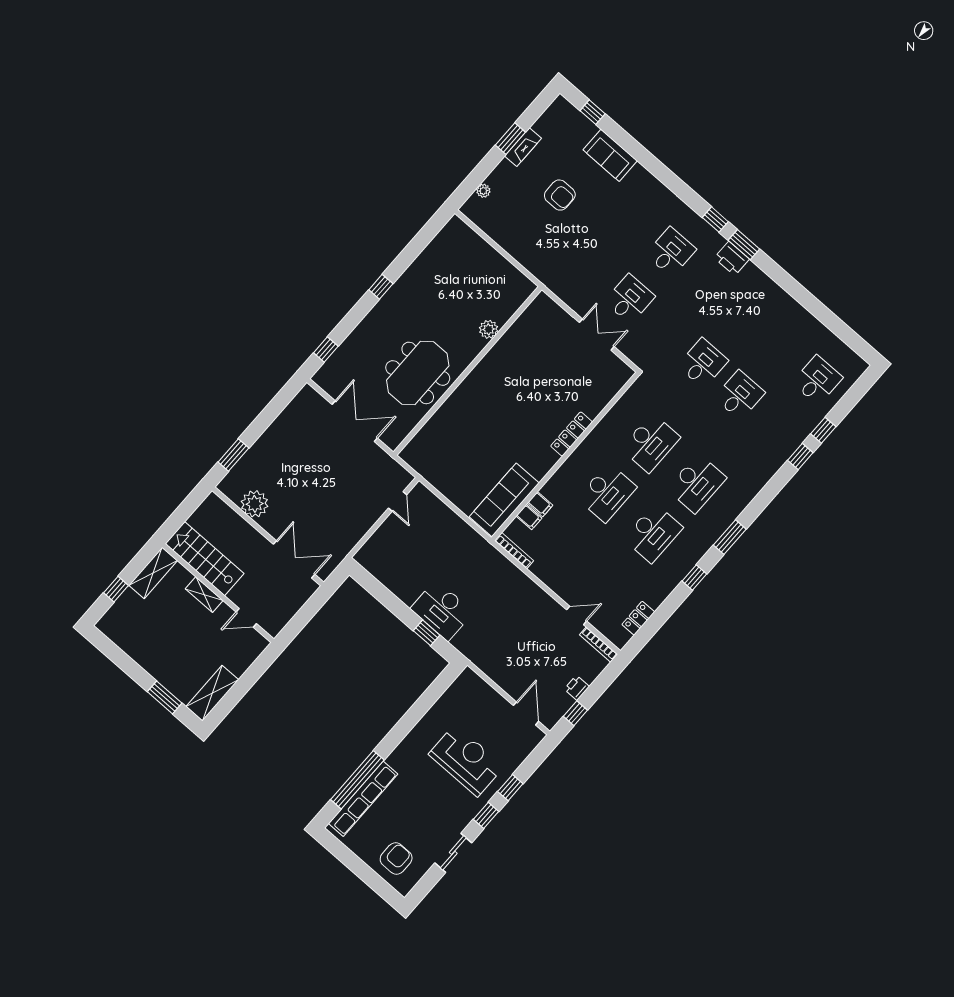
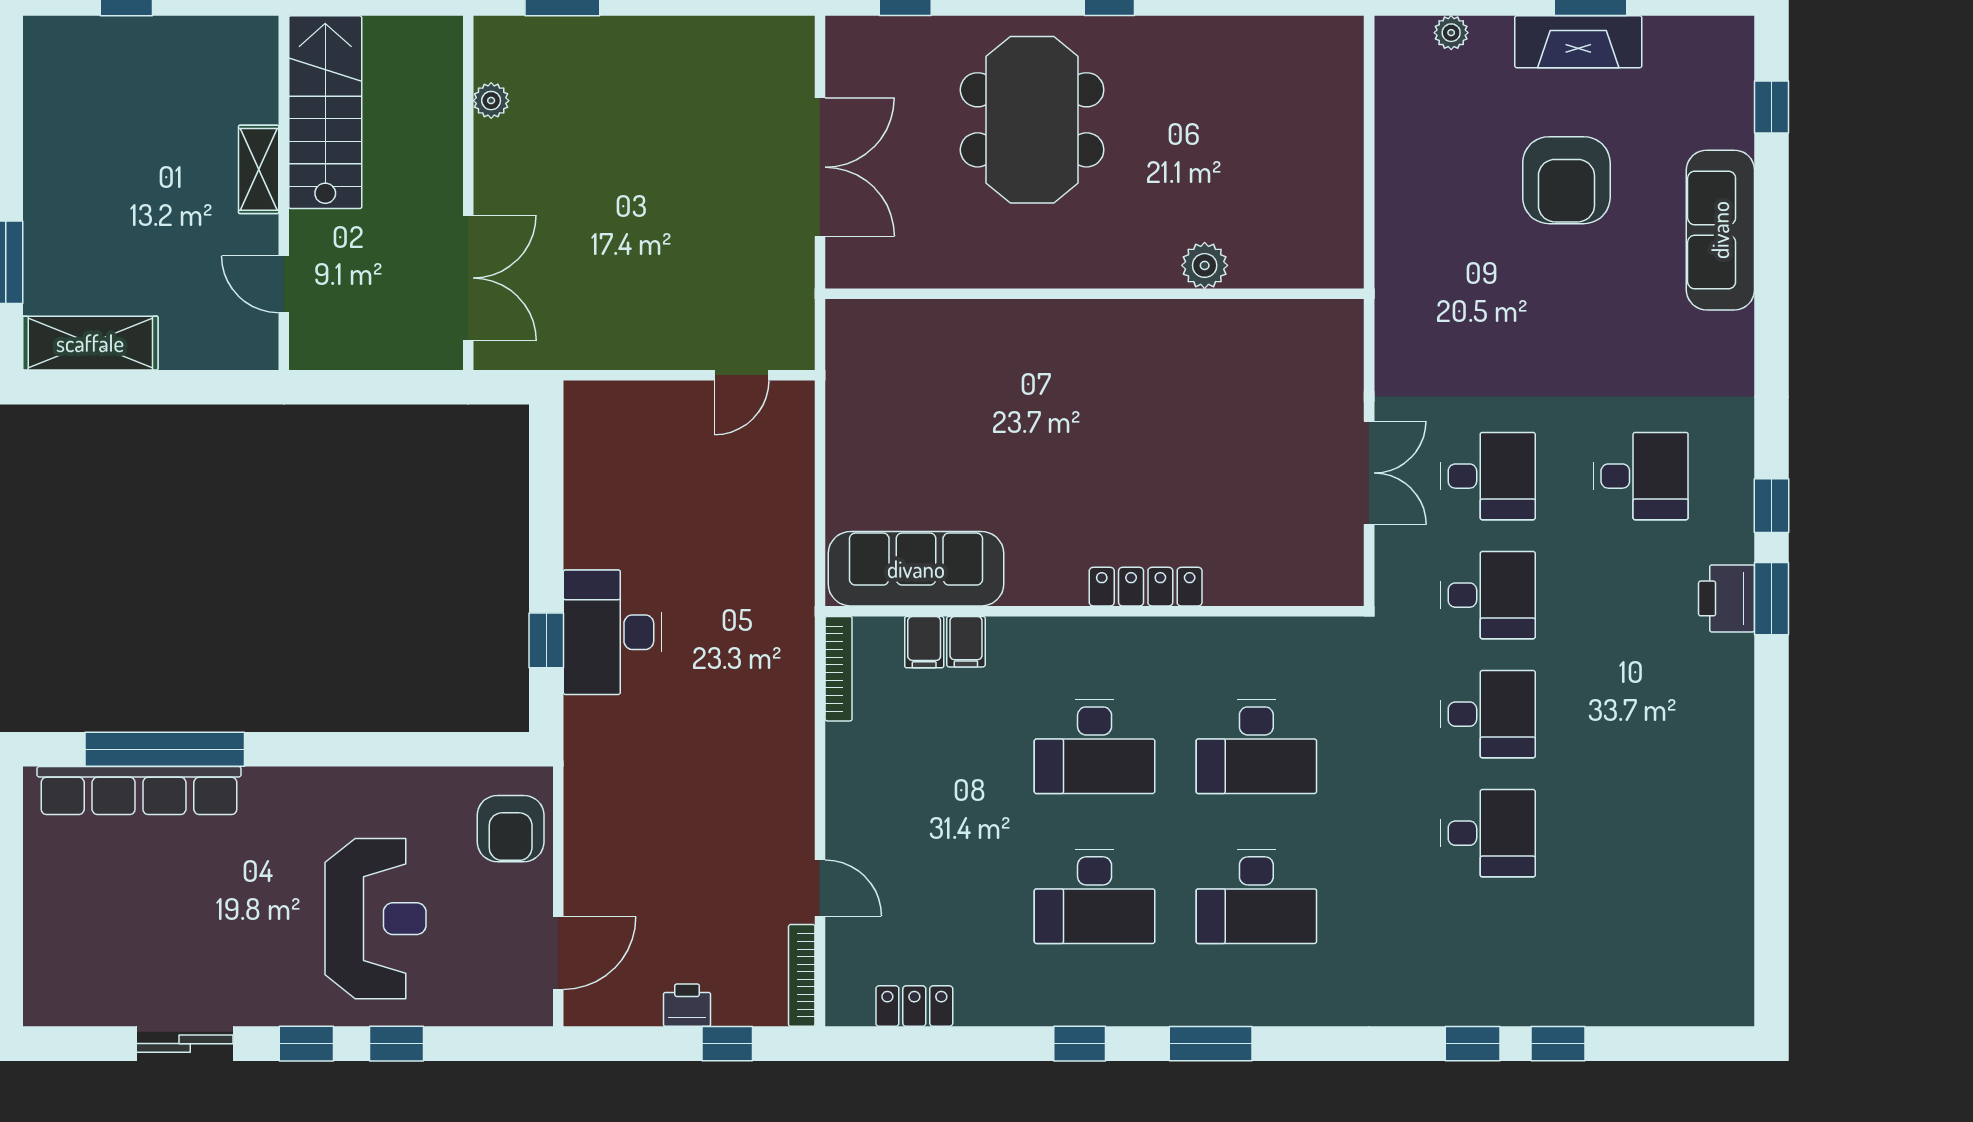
fireplace: (523, 147) -> (1578, 42), width x1.37, depth x1.32
sofa: (610, 155) -> (1720, 230), width x1.36
armchair: (560, 195) -> (1566, 180), width x1.36, depth x1.36
meeting table: (418, 373) -> (1032, 120), moved, turned 90
desk: (817, 380) -> (1488, 595), moved
plant: (255, 504) -> (491, 101), width x0.53, depth x0.53
shelving: (153, 573) -> (216, 41), removed
window: (575, 713) -> (727, 1044), moved
armchair: (396, 858) -> (511, 829), moved, turned 90

